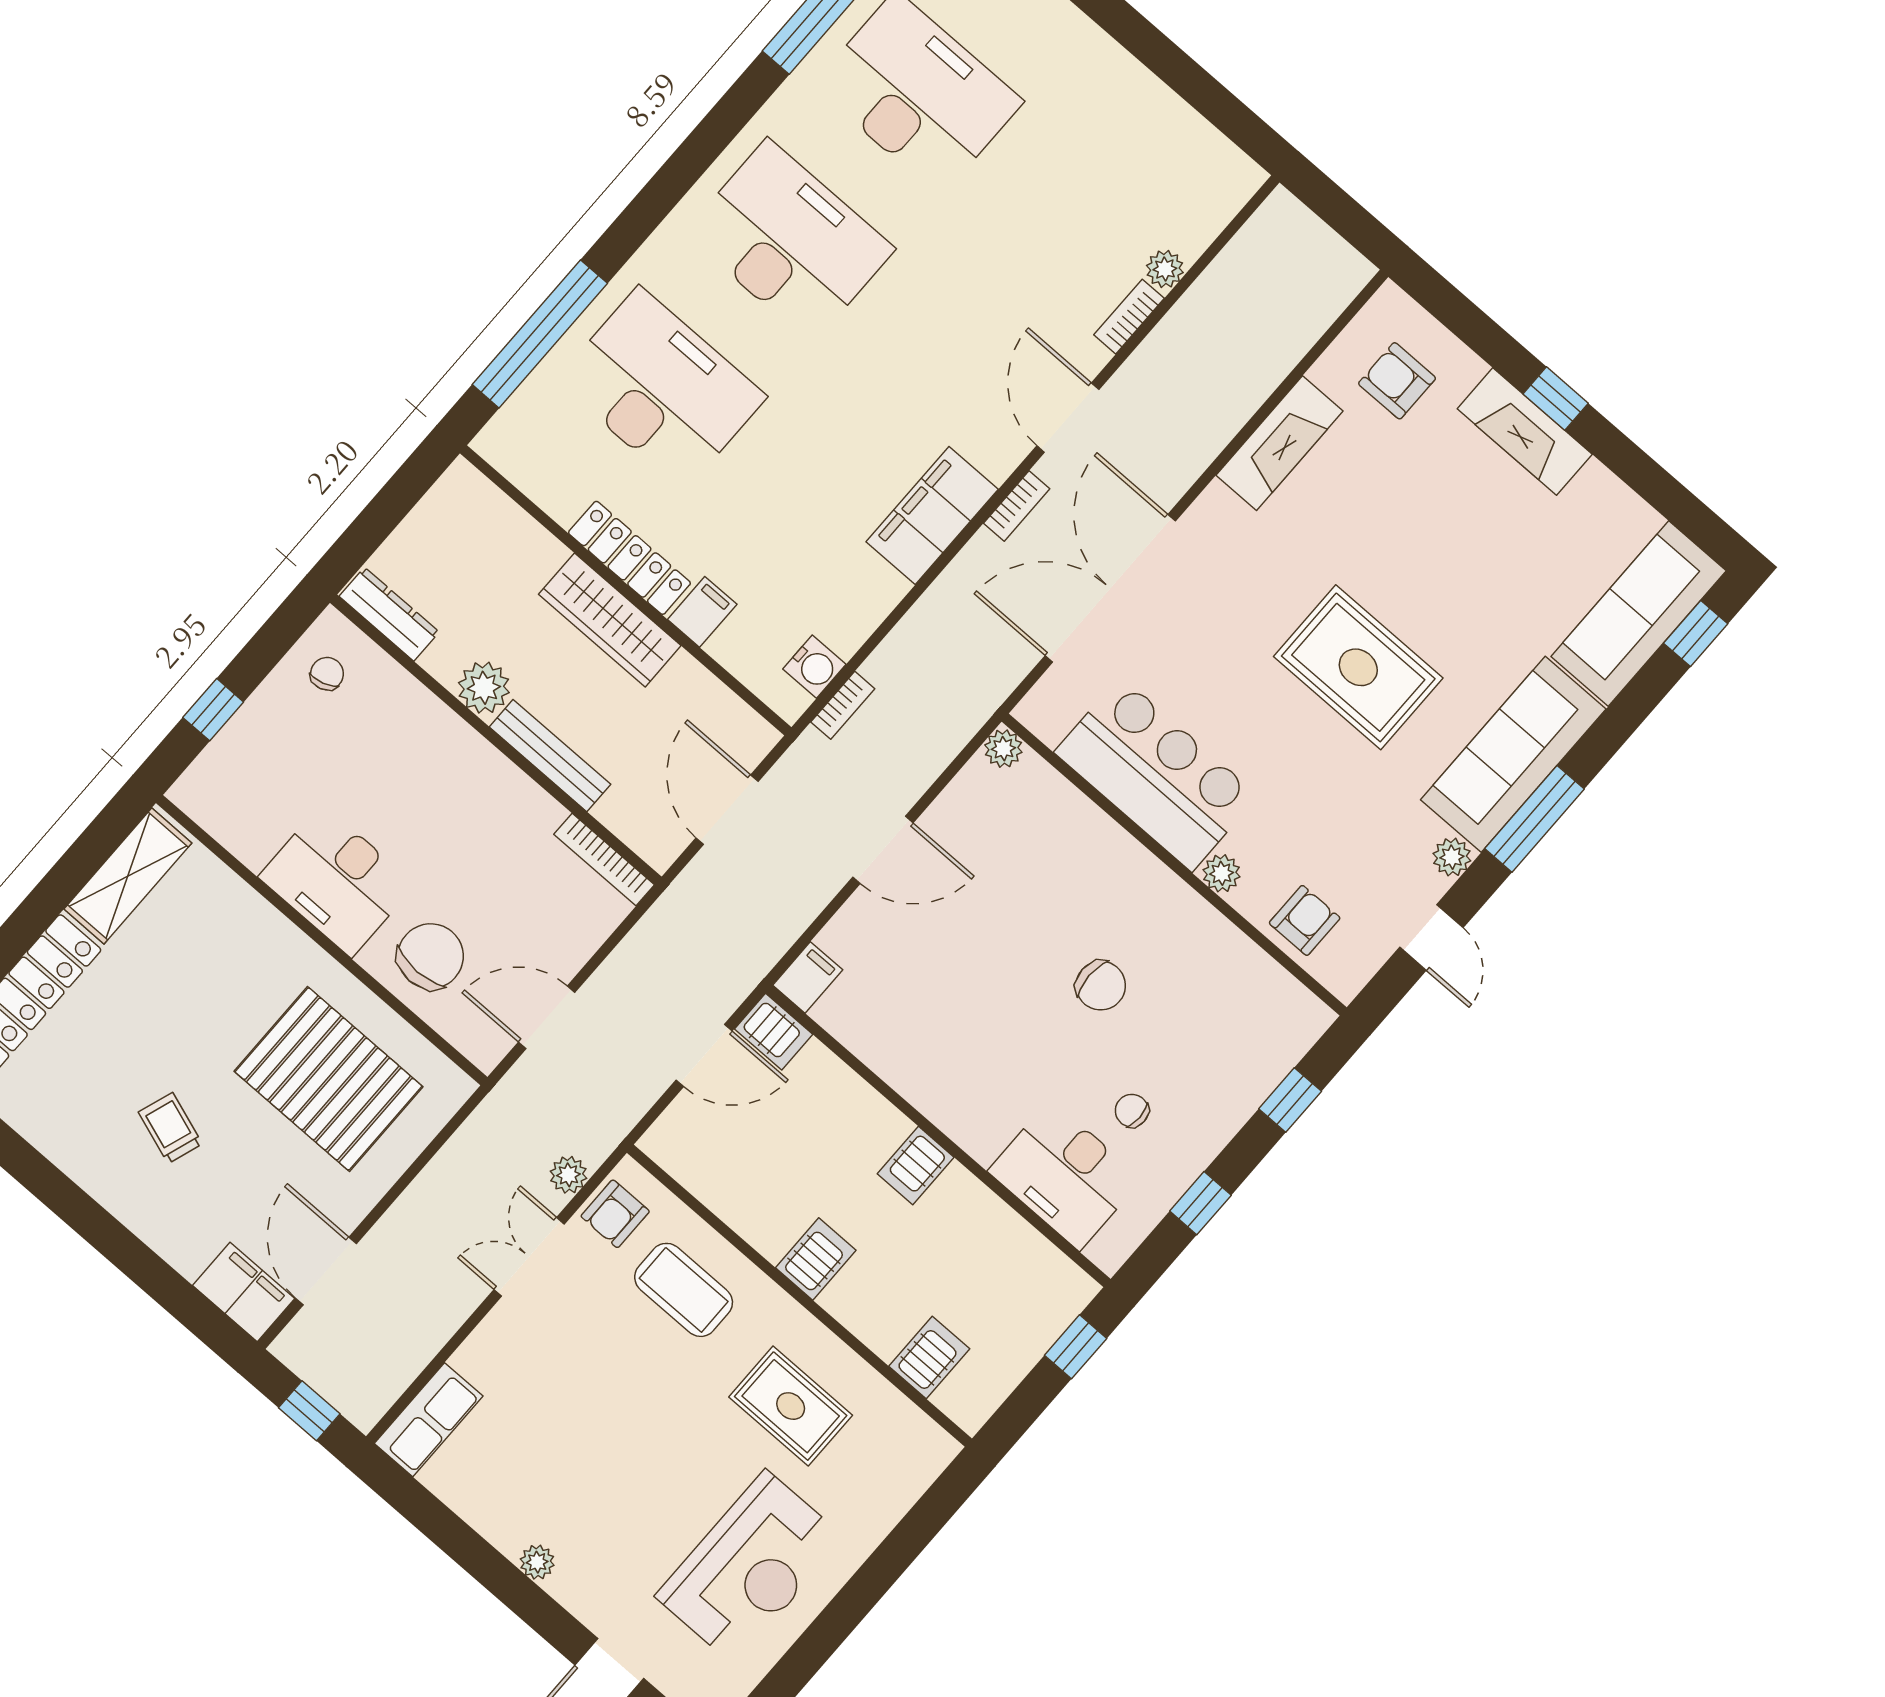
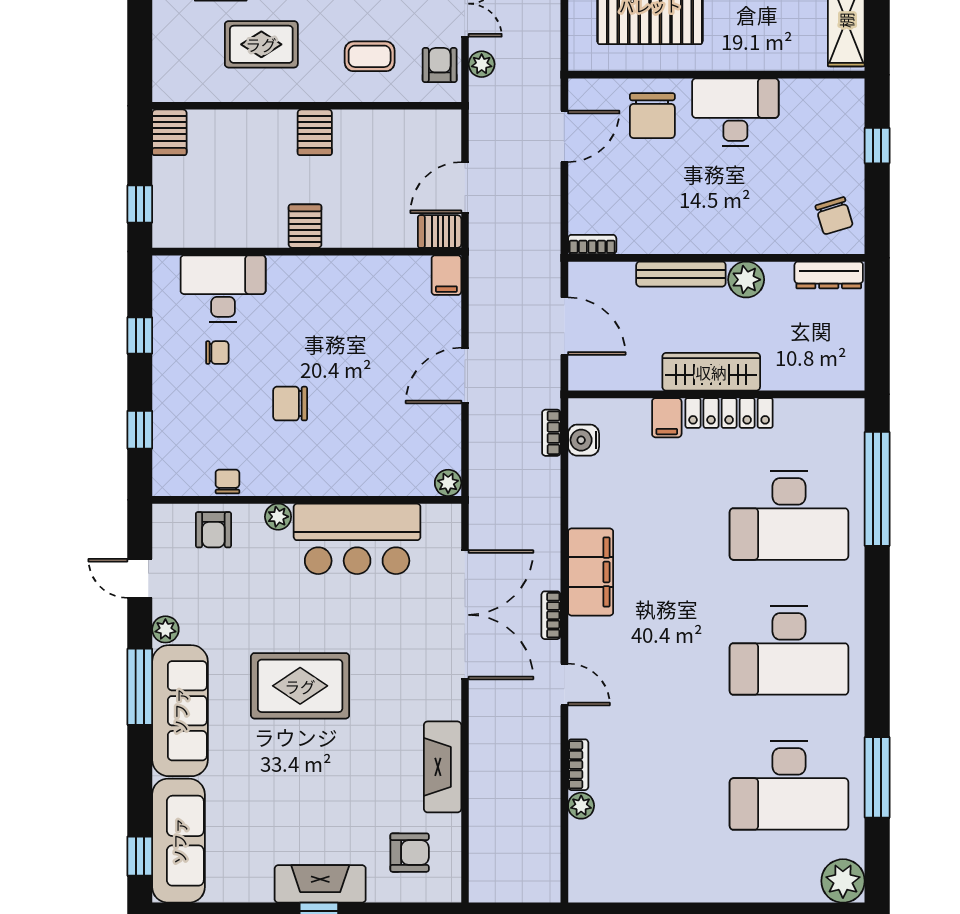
door: (1068, 418) -> (564, 684), width x0.73
chair: (327, 674) -> (834, 216), width x1.37, depth x1.37
bookcase: (604, 860) -> (592, 244), width x0.64
chair: (1243, 960) -> (227, 482), added
coffee table: (684, 1290) -> (370, 56), width x0.73, depth x0.77
server rack: (929, 1357) -> (169, 132), moved

